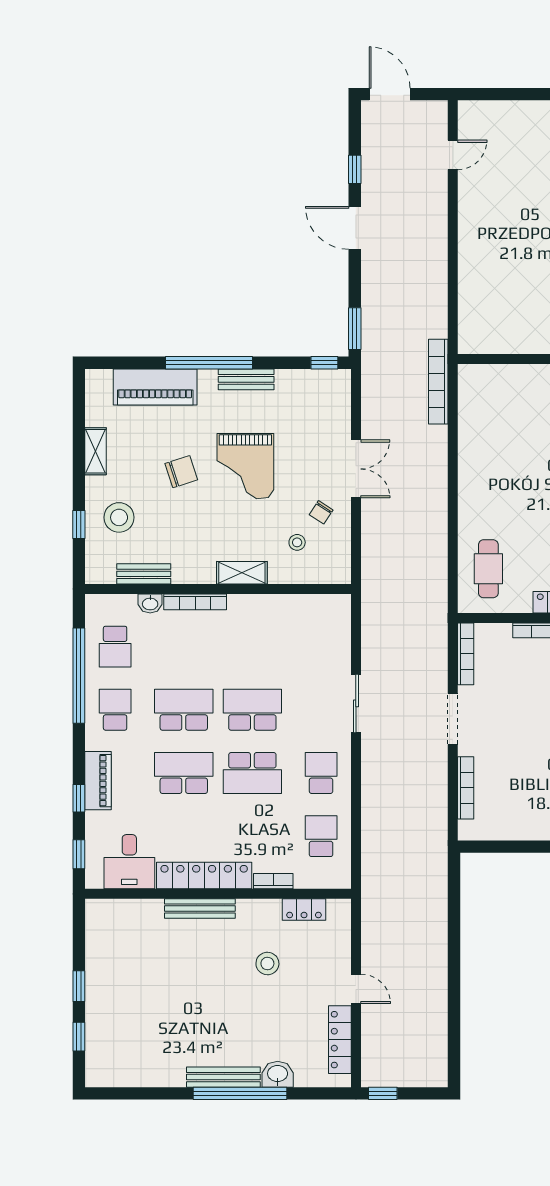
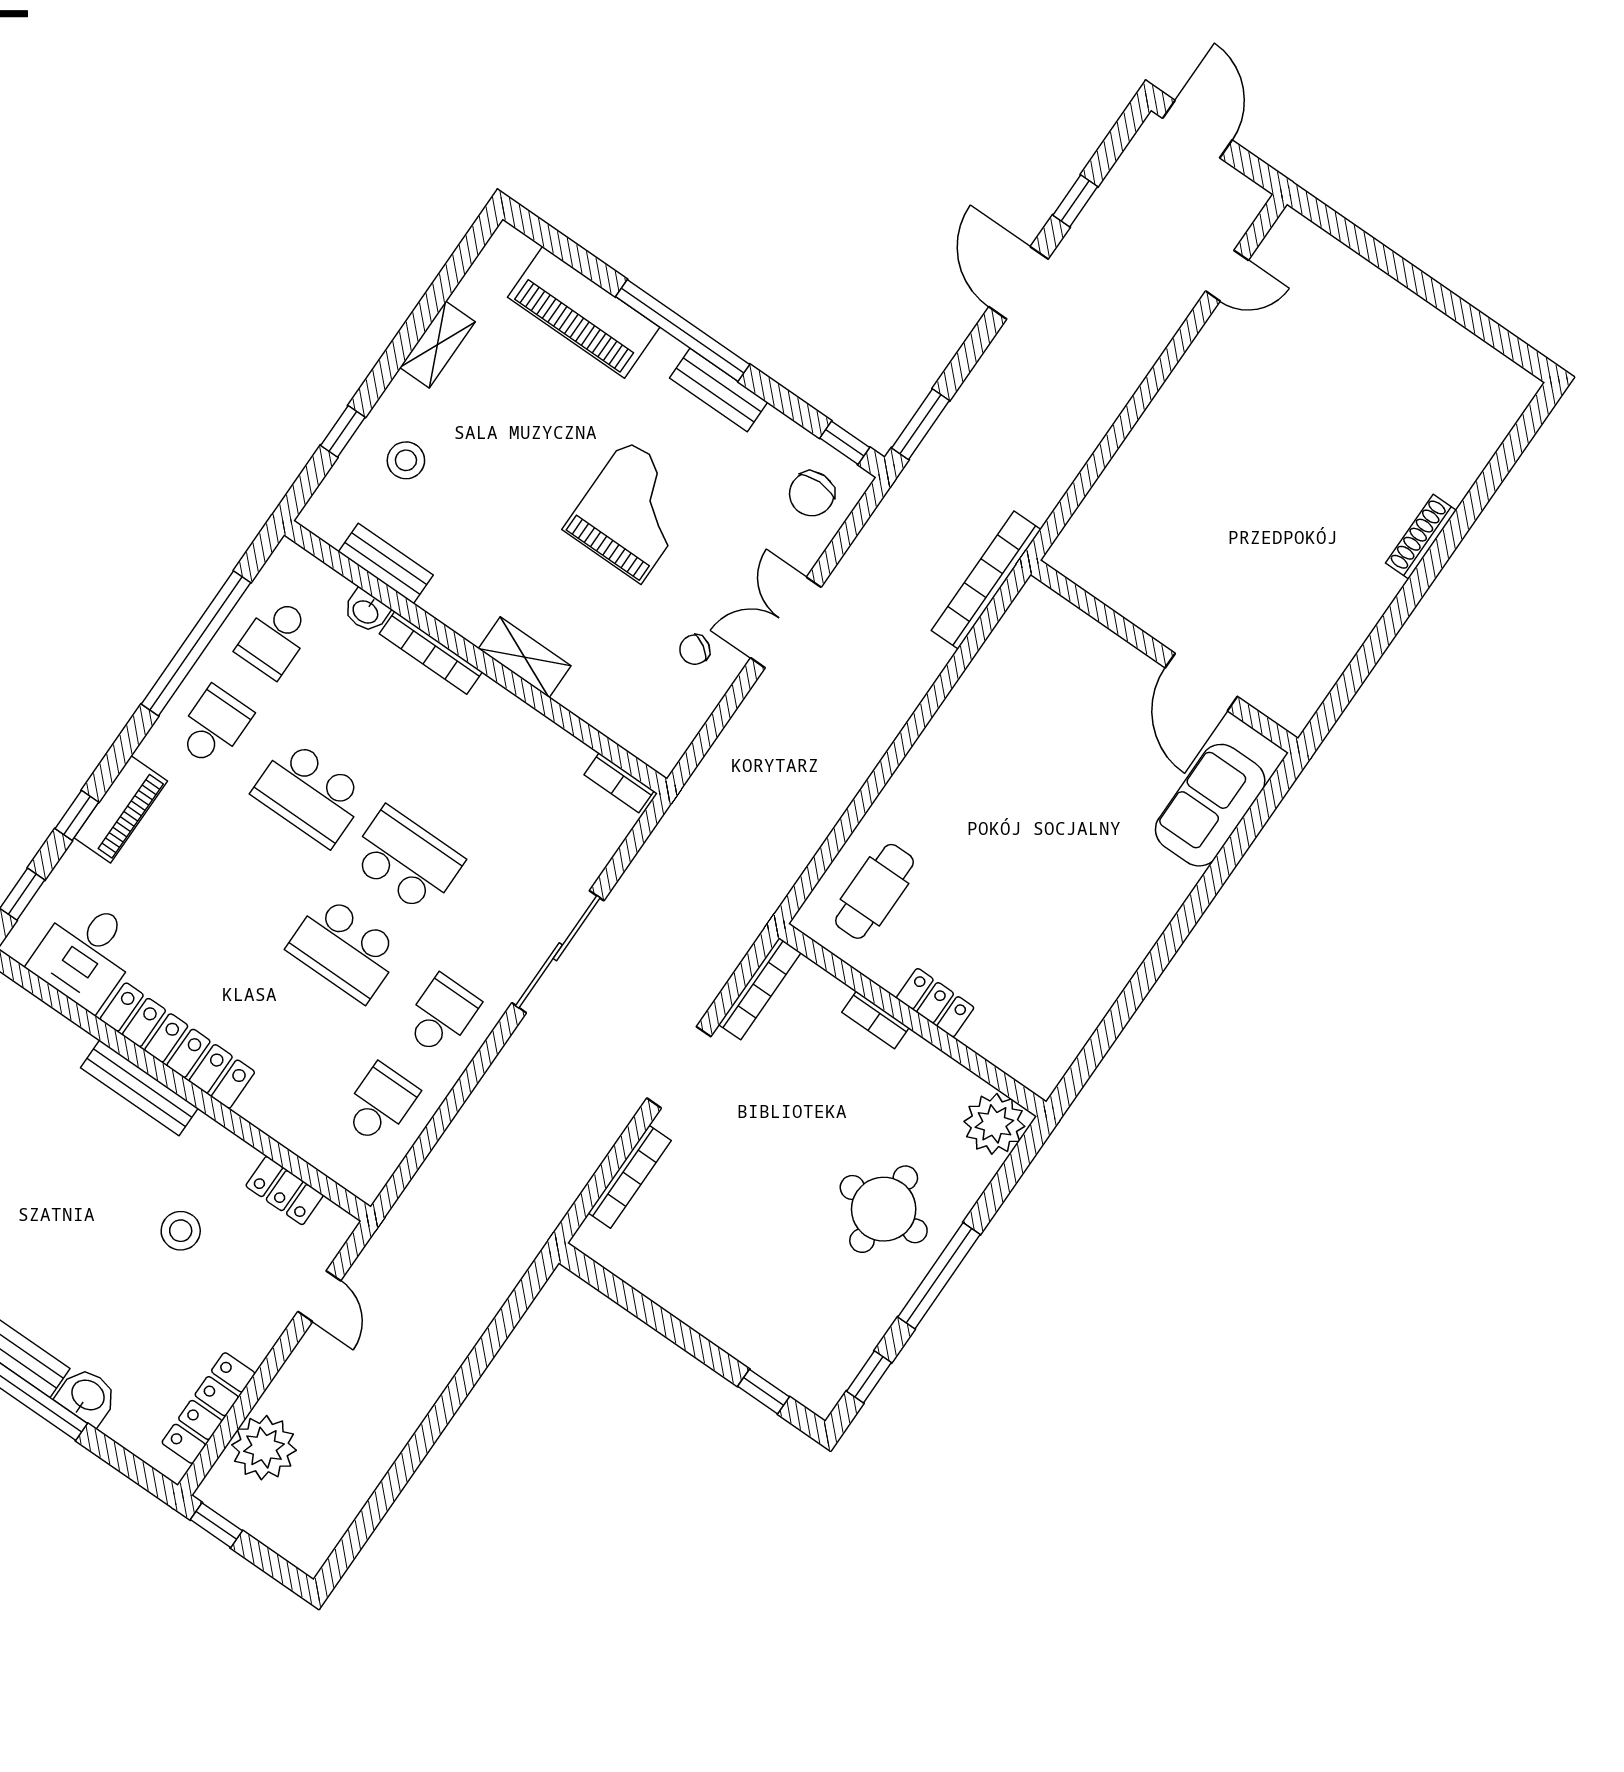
grand piano: (245, 466) -> (633, 511), turned 180
double door: (356, 469) -> (786, 622), swing flipped
chair: (181, 472) -> (812, 494), moved, turned 108
stool: (119, 517) -> (406, 460), width x0.73, depth x0.73
stool: (297, 542) -> (632, 668), removed
sliding door: (356, 703) -> (558, 952), width x1.37
school desk: (184, 710) -> (310, 793), turned 180
school desk: (184, 773) -> (248, 882), removed
bookcase: (273, 881) -> (619, 783), moved, turned 180
door: (356, 989) -> (319, 1296), moved
plant: (380, 1040) -> (264, 1448), added

